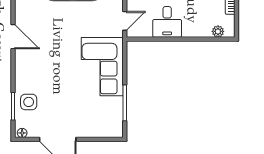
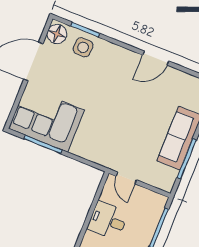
corner sofa: (102, 67) -> (47, 119), moved
floor lamp: (22, 133) -> (57, 34), width x1.89, depth x1.89

